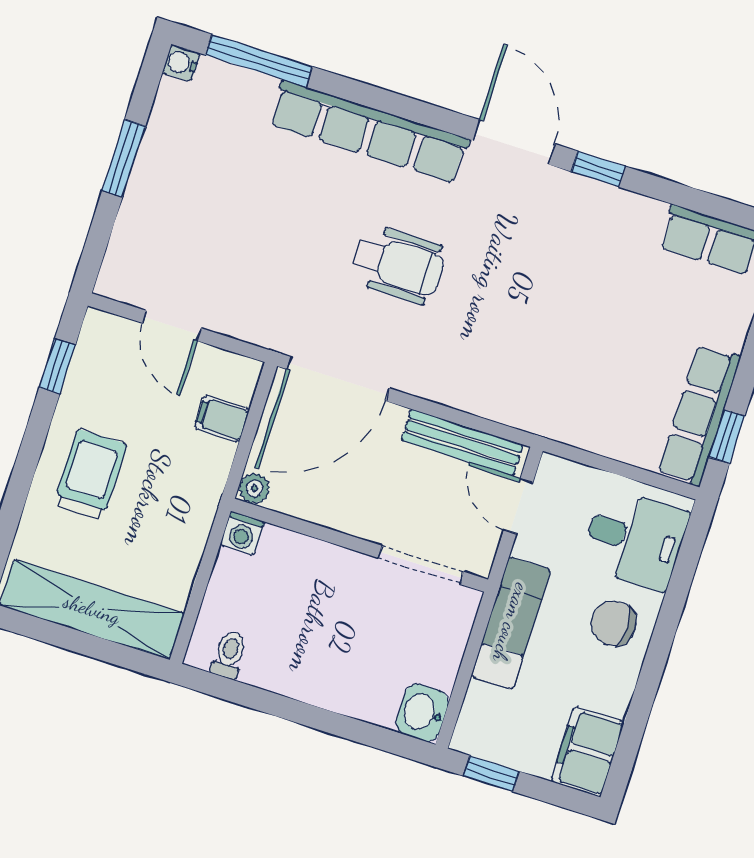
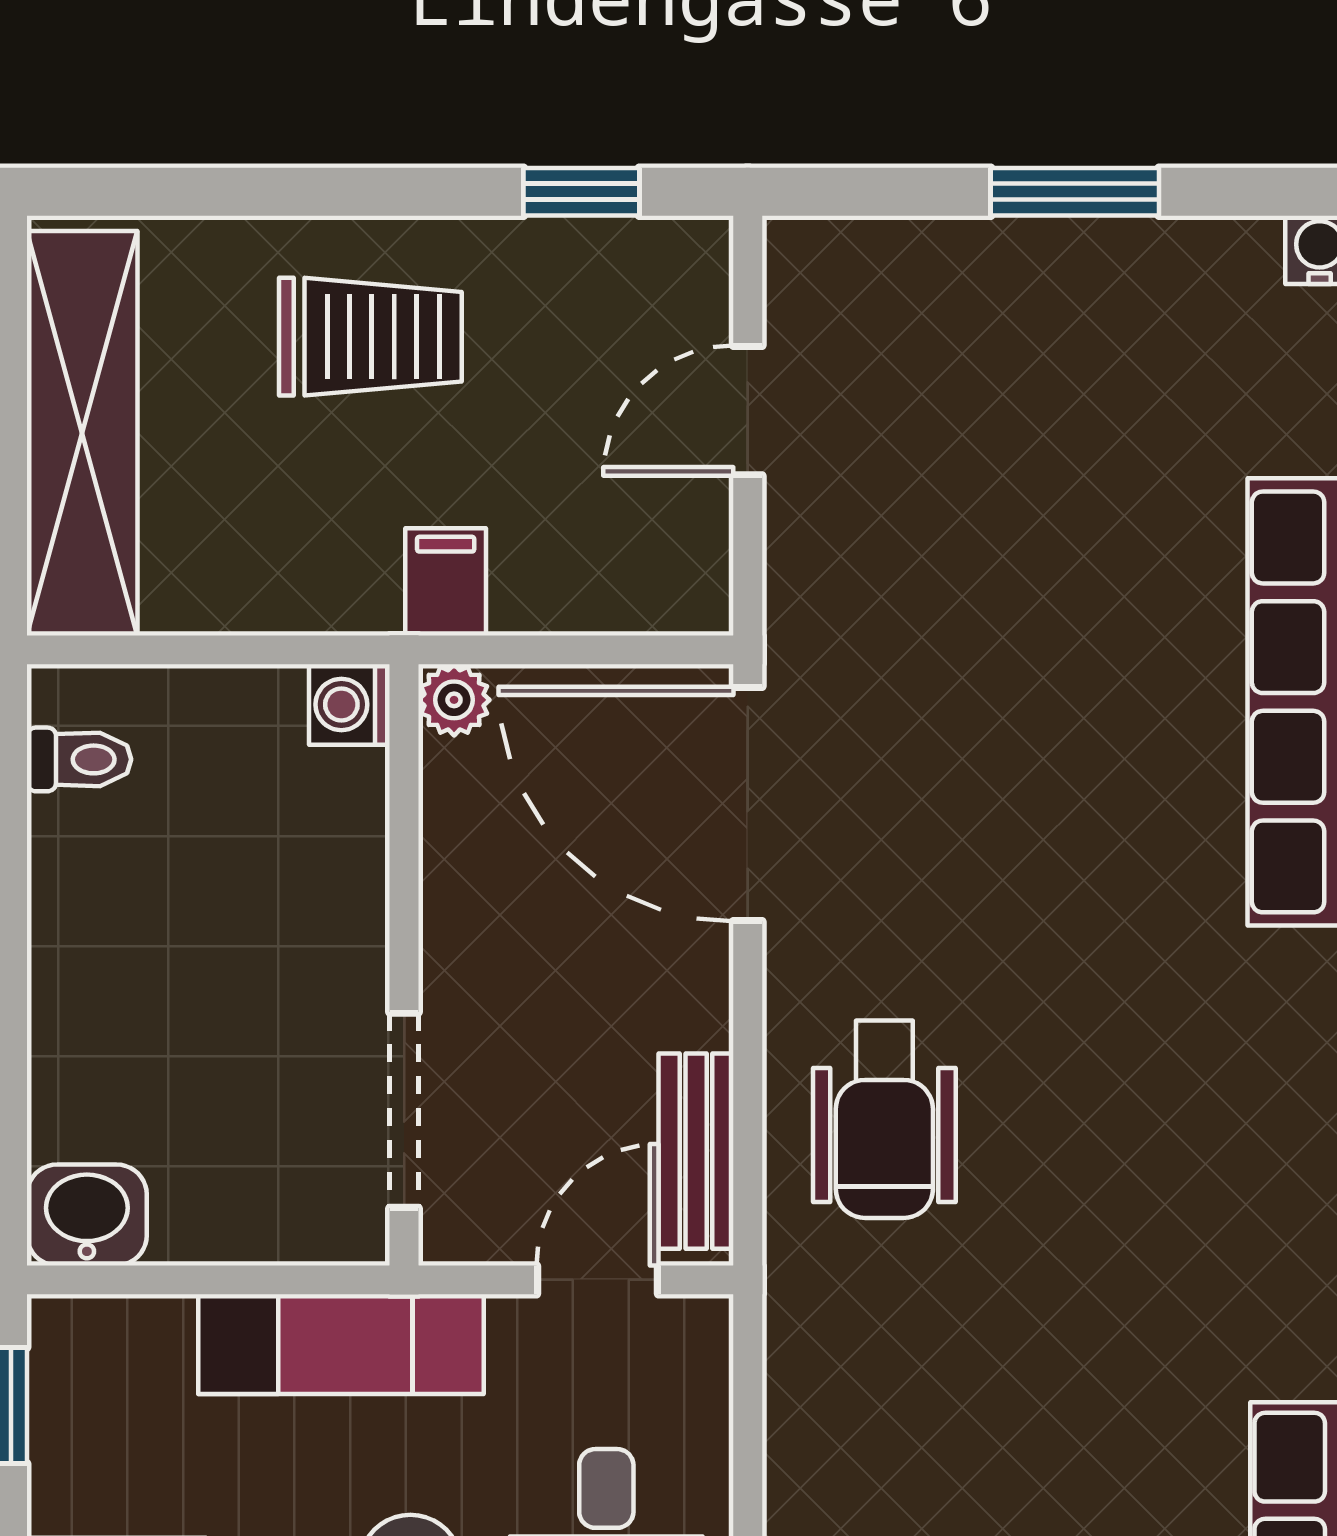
wheelchair: (398, 264) -> (884, 1119), moved
filing cabinet: (222, 418) -> (446, 582), moved
bench: (462, 442) -> (696, 1151), width x0.73

